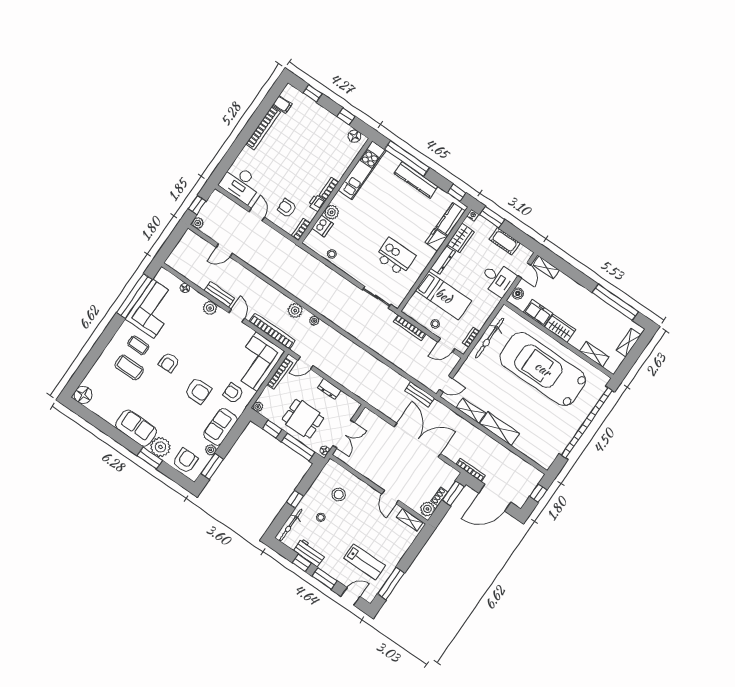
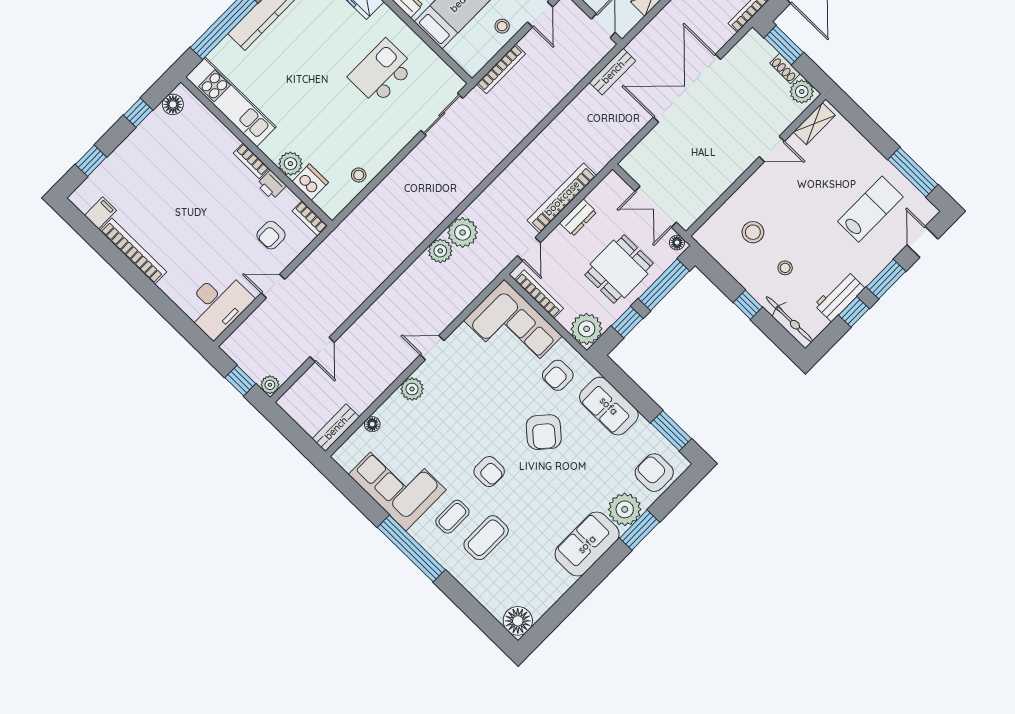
bench: (219, 294) -> (336, 428), moved
window: (134, 296) -> (411, 549), moved
plant: (314, 321) -> (463, 233), width x1.88, depth x1.88
bookcase: (272, 331) -> (562, 198), moved
armchair: (198, 391) -> (544, 432), turned 131
plant: (258, 407) -> (587, 329), width x1.88, depth x1.88
double door: (344, 434) -> (656, 207), swing flipped
plant: (211, 450) -> (644, 428), removed

